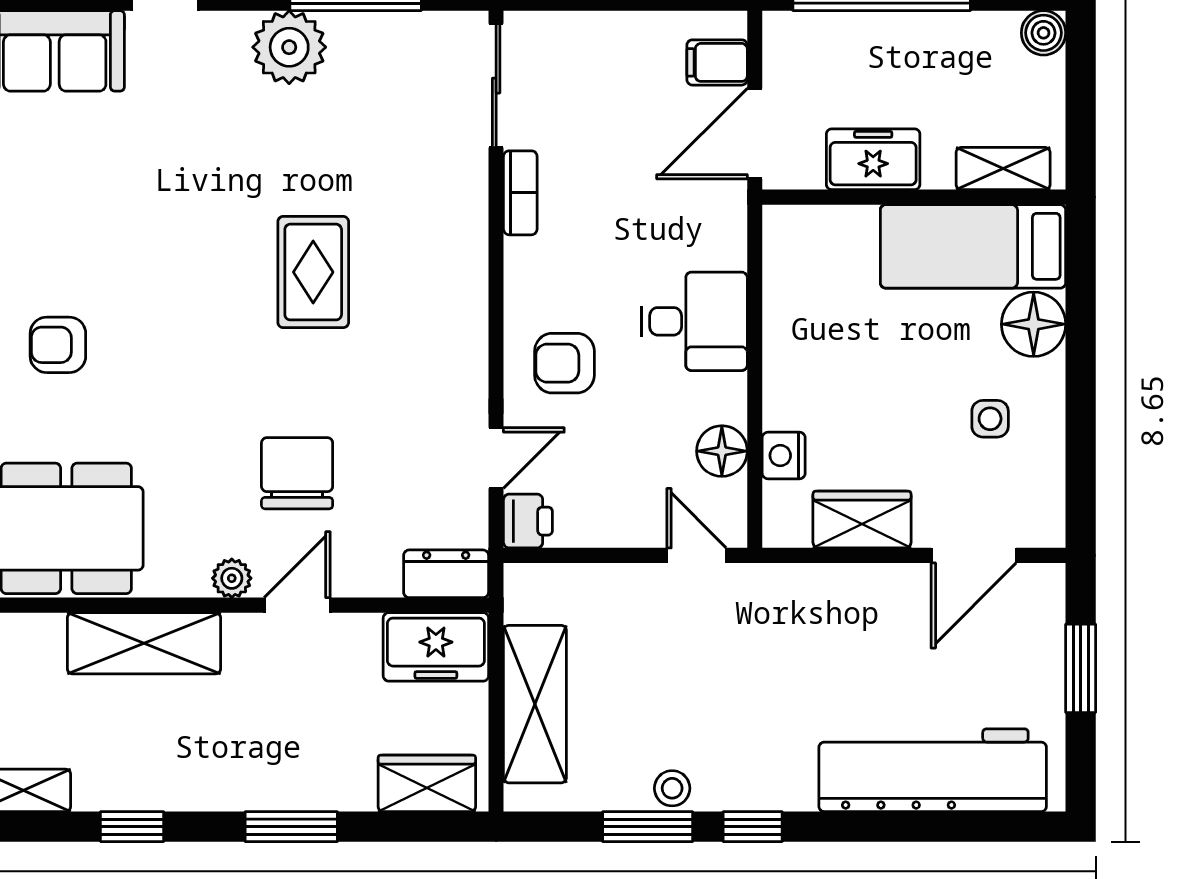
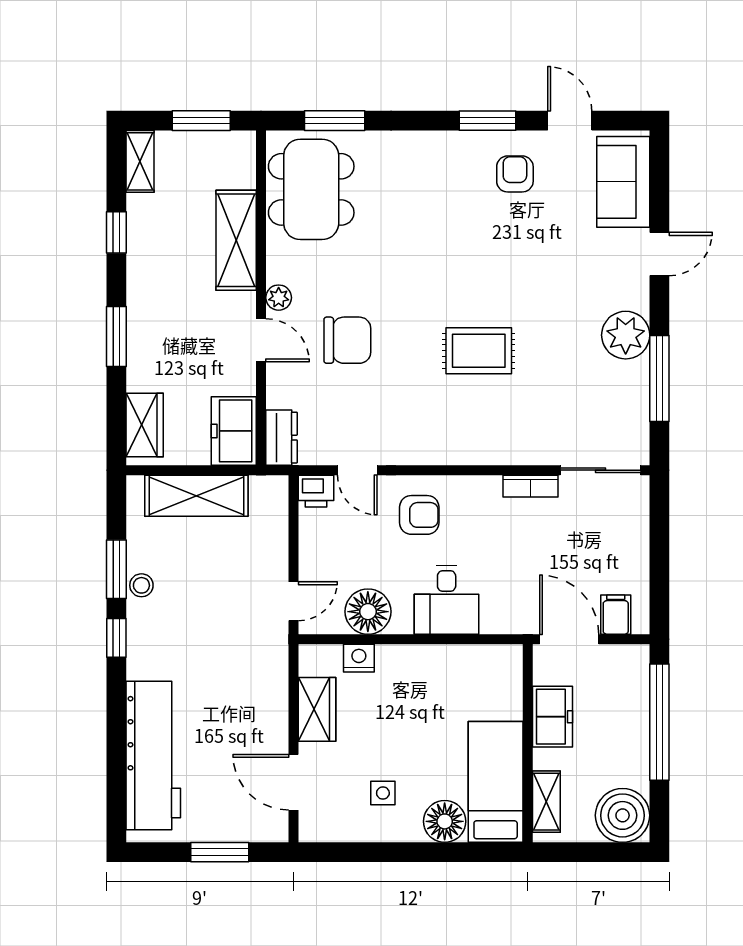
boiler: (1044, 33) -> (623, 815), width x1.86, depth x1.86
armchair: (58, 345) -> (515, 174), moved
armchair: (564, 363) -> (419, 515), turned 90
floor lamp: (722, 451) -> (368, 612), width x1.38, depth x1.38

